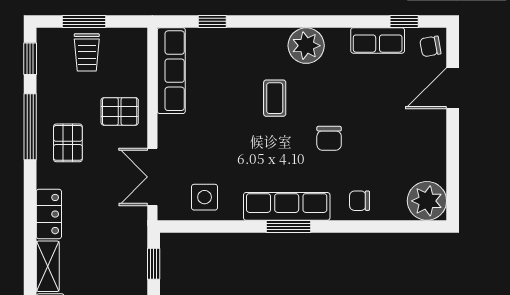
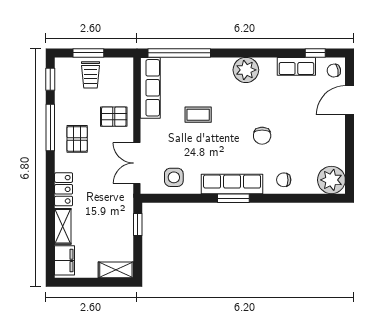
window: (212, 21) -> (179, 53), width x3.17
coffee table: (275, 98) -> (198, 115), moved, turned 90

